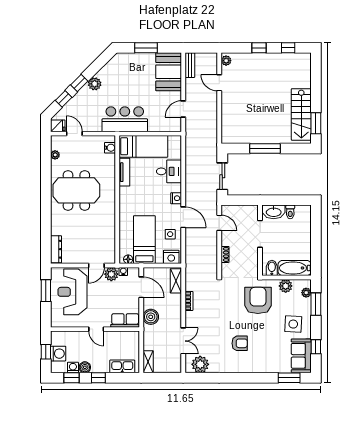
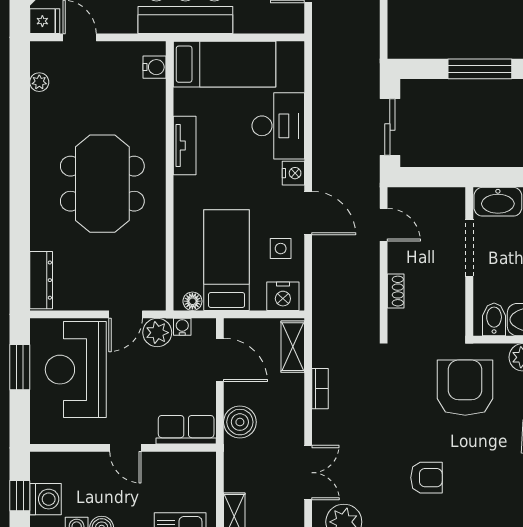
desk: (169, 171) -> (278, 126), width x1.37
tv unit: (124, 172) -> (185, 146), moved
meeting table: (76, 190) -> (102, 184), moved, turned 90

